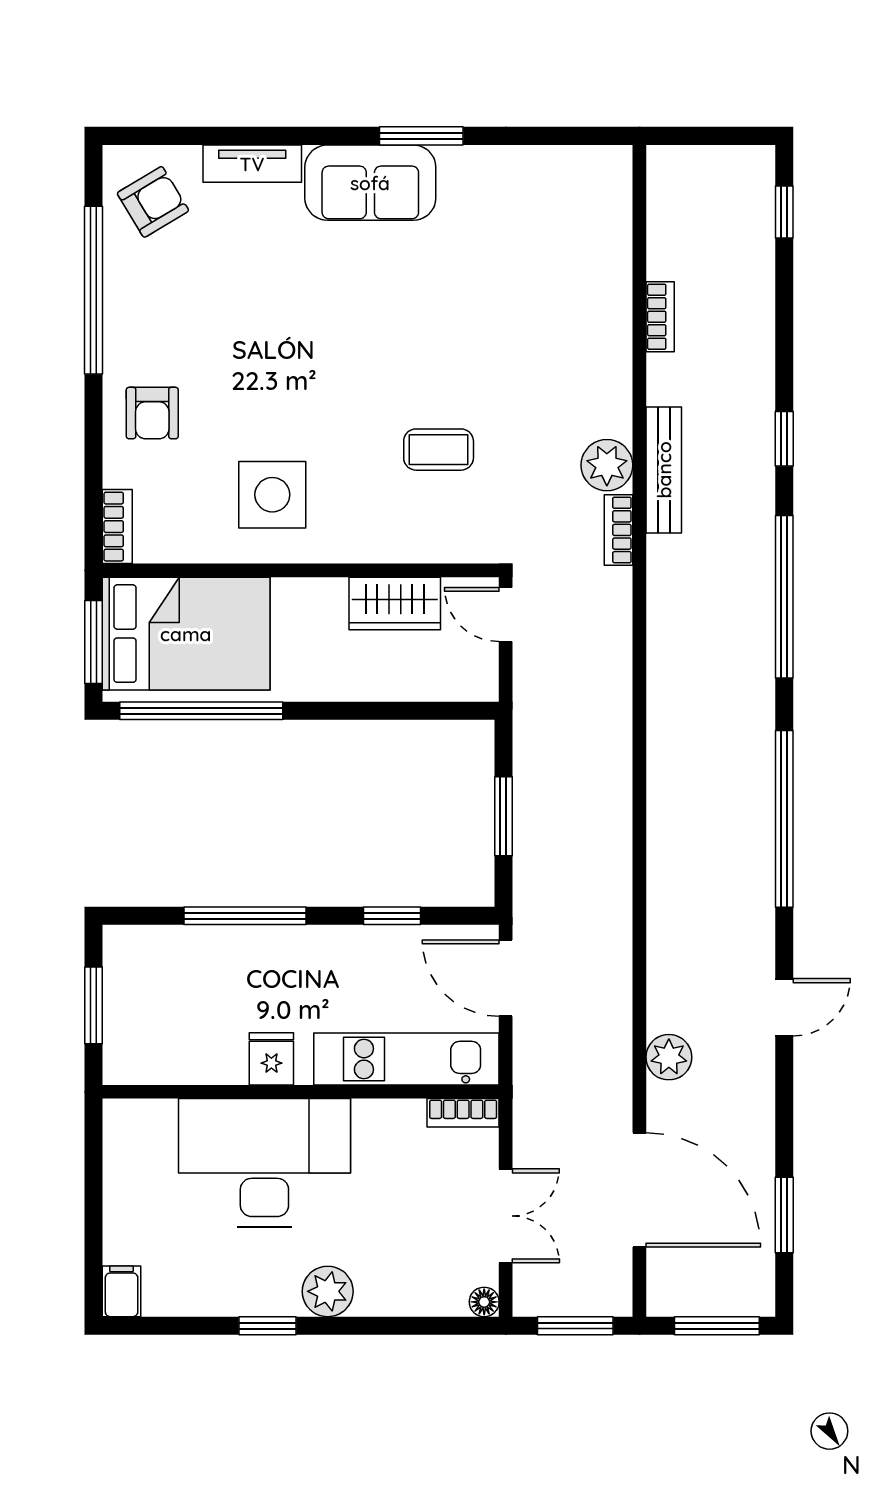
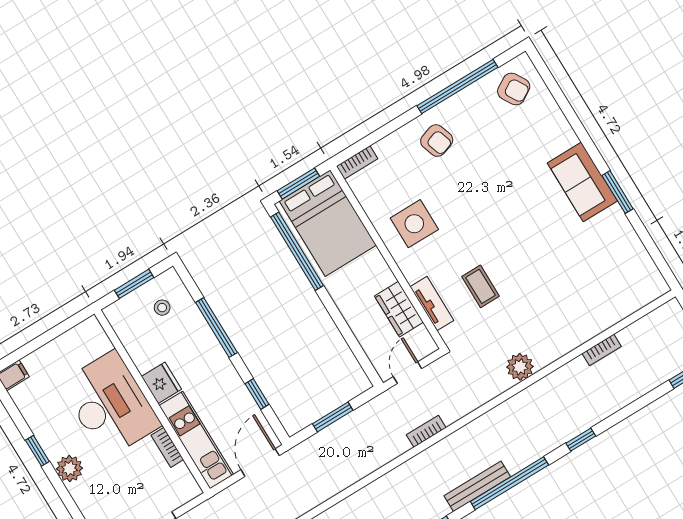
tv unit: (252, 164) -> (432, 304), moved, turned 180
armchair: (152, 413) -> (437, 141), moved, turned -109
bench: (664, 470) -> (477, 486), moved
bookcase: (619, 530) -> (426, 431), moved
door: (506, 615) -> (408, 373), moved
stool: (159, 984) -> (162, 308), added
fridge: (271, 1059) -> (161, 383), width x1.38
bookcase: (463, 1113) -> (167, 447), moved

